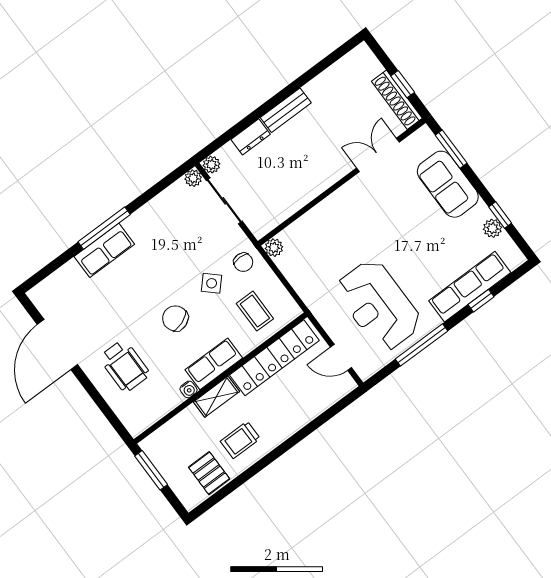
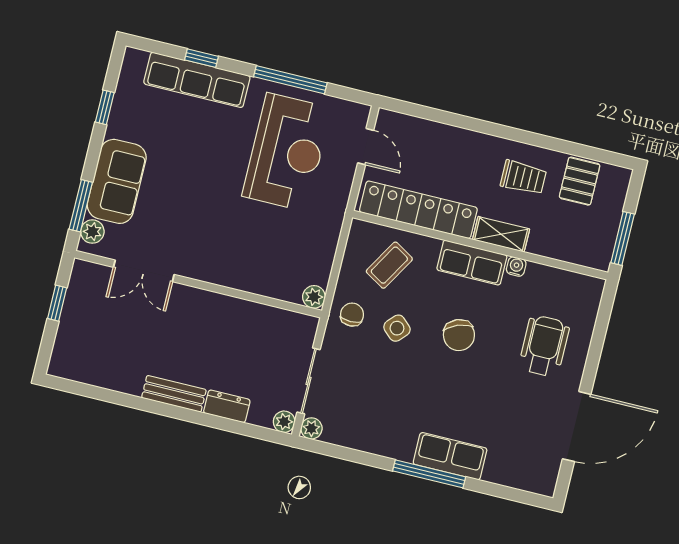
shoe rack: (397, 100) -> (76, 296), removed
plant: (493, 228) -> (92, 232), moved
coffee table: (255, 311) -> (389, 265), turned 31

